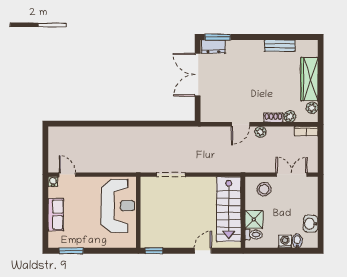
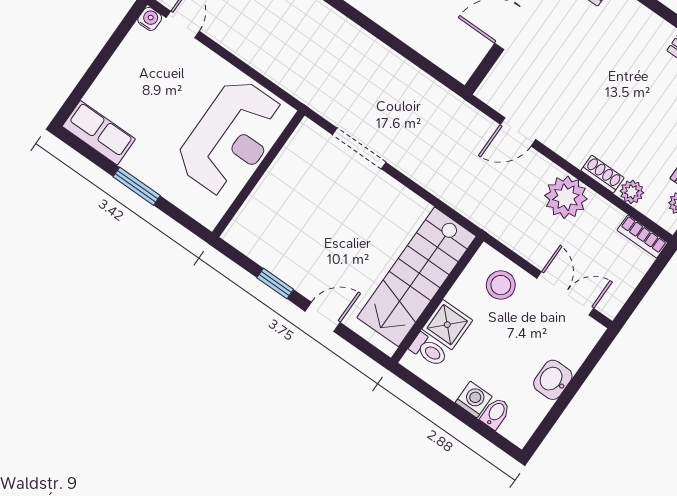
door: (241, 124) -> (518, 132), moved
plant: (261, 132) -> (566, 197), width x1.88, depth x1.88
row of seats: (56, 215) -> (99, 133), moved, turned -90
washbasin: (311, 224) -> (553, 380), moved
window: (71, 251) -> (137, 186), moved
window: (154, 251) -> (275, 284), moved

